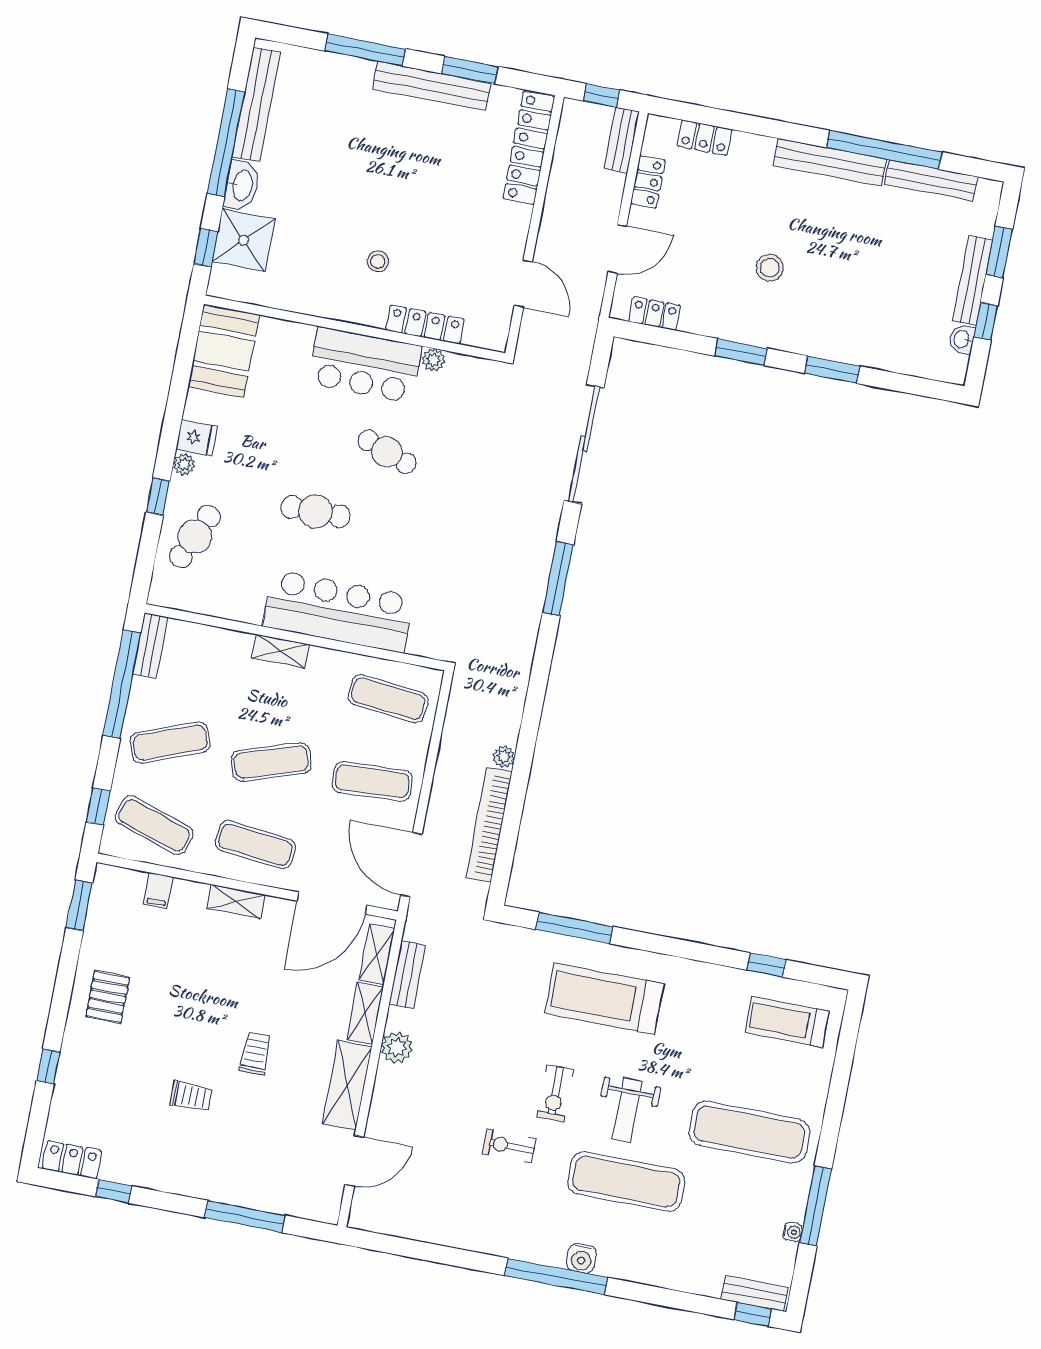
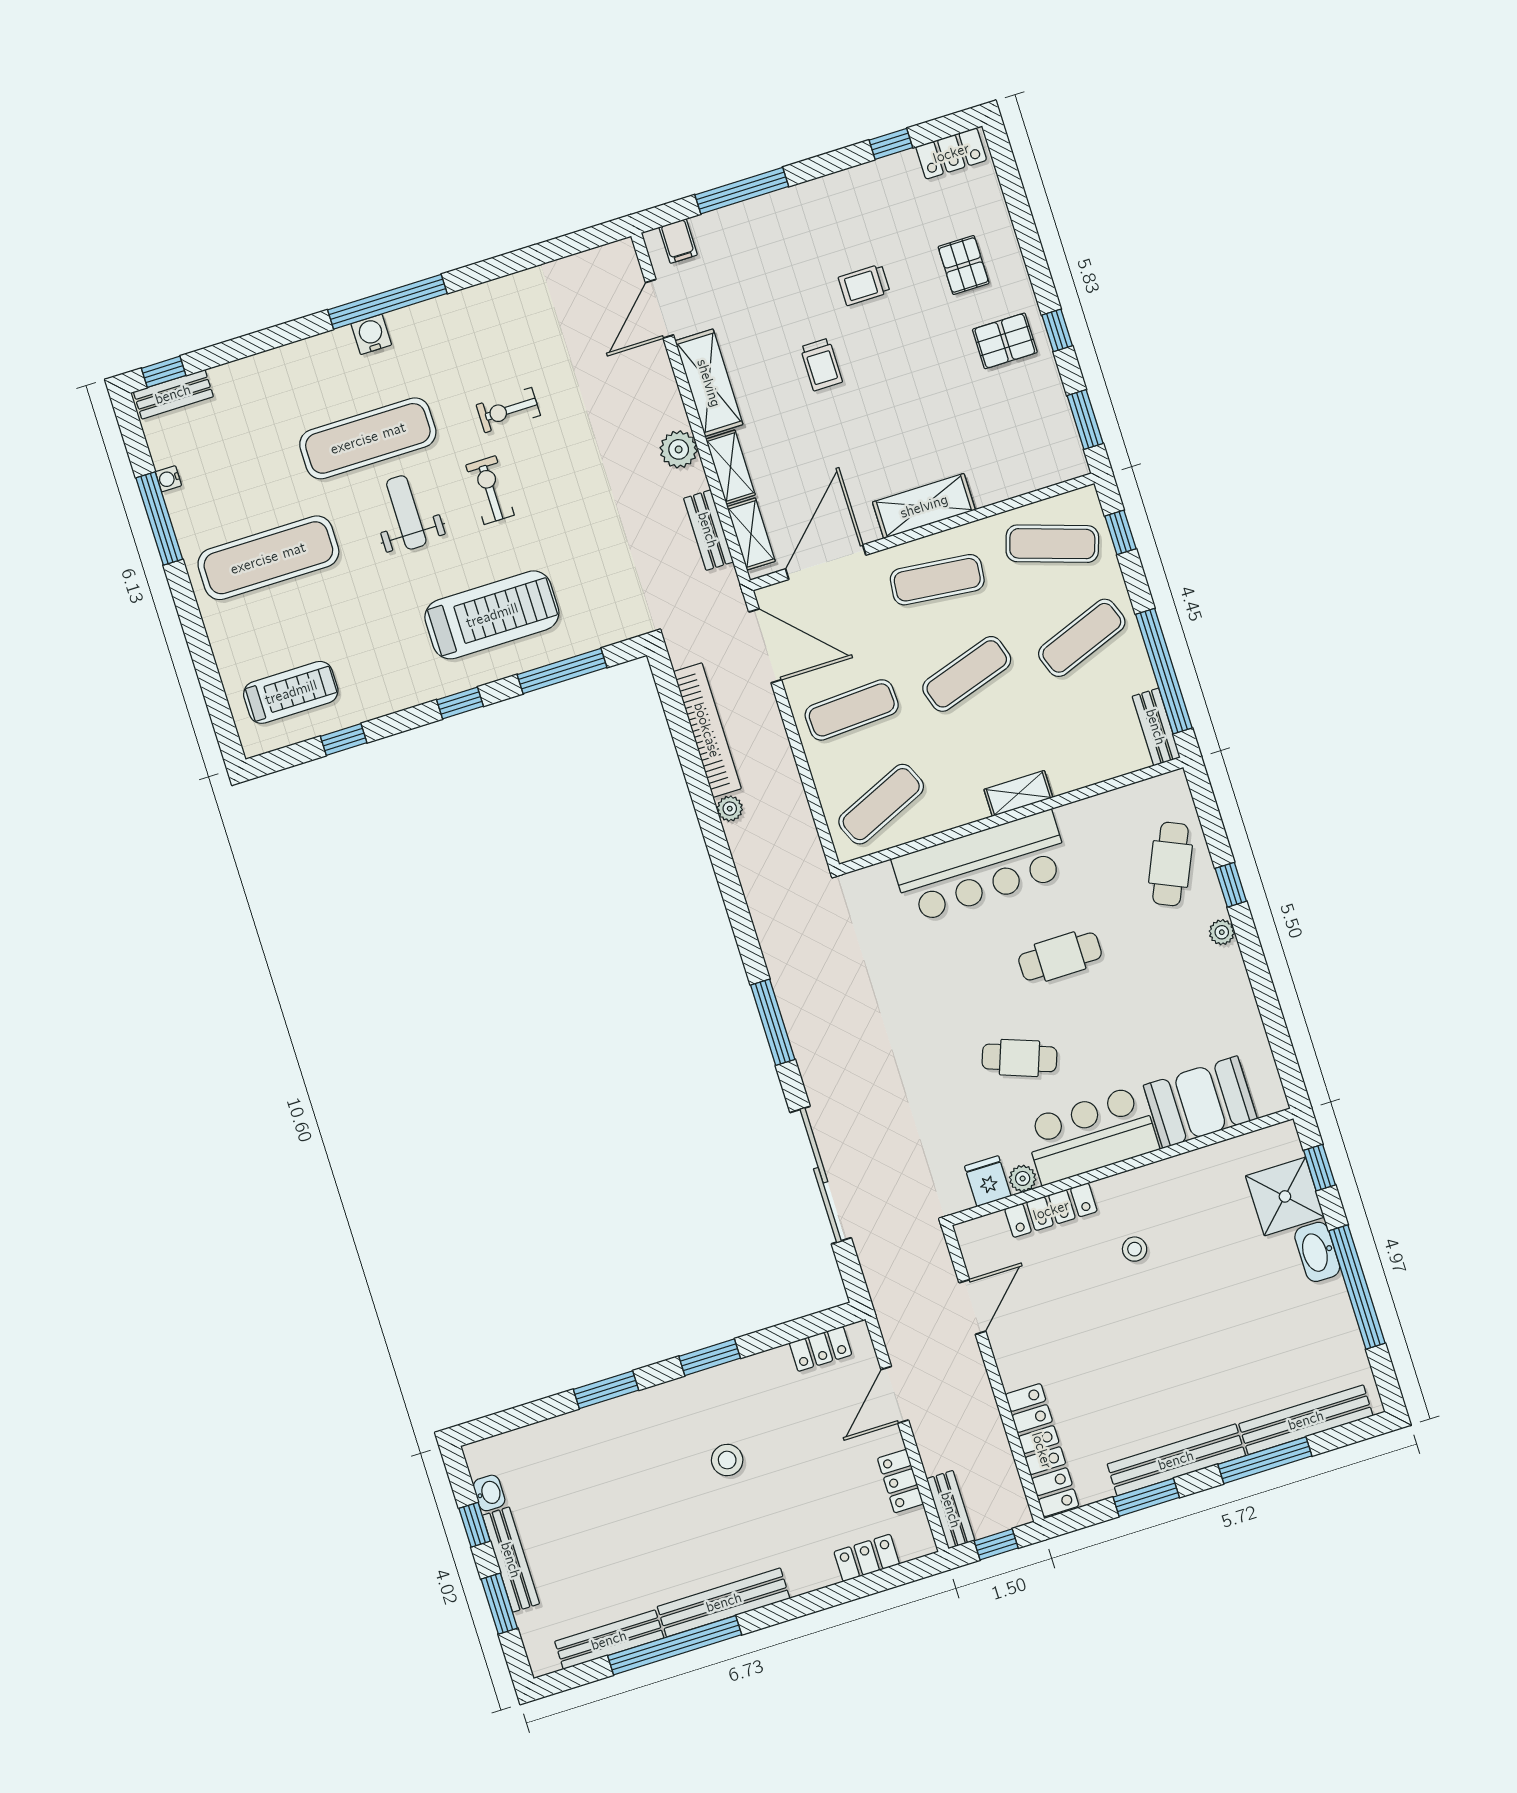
bench: (256, 104) -> (1306, 1420), moved, turned 90
door: (523, 284) -> (972, 1307), swing flipped
booth: (224, 351) -> (1200, 1102), moved, turned 90
fridge: (197, 438) -> (988, 1181), moved, turned 90
exercise mat: (388, 699) -> (881, 804), turned -30
filing cabinet: (158, 891) -> (678, 241), moved, turned 180
shelving: (236, 902) -> (924, 506), width x1.50, depth x1.33
window: (664, 945) -> (460, 703), added
pallet: (108, 997) -> (1005, 341), turned 90
window: (48, 1066) -> (1057, 330), moved
pallet: (108, 1071) -> (964, 265), added
exercise bike: (509, 1146) -> (508, 410), turned 180

